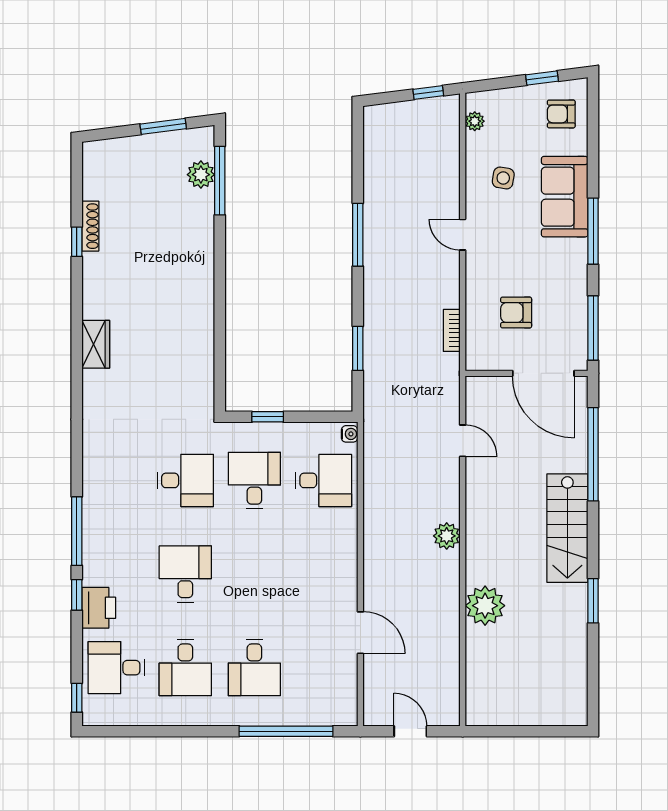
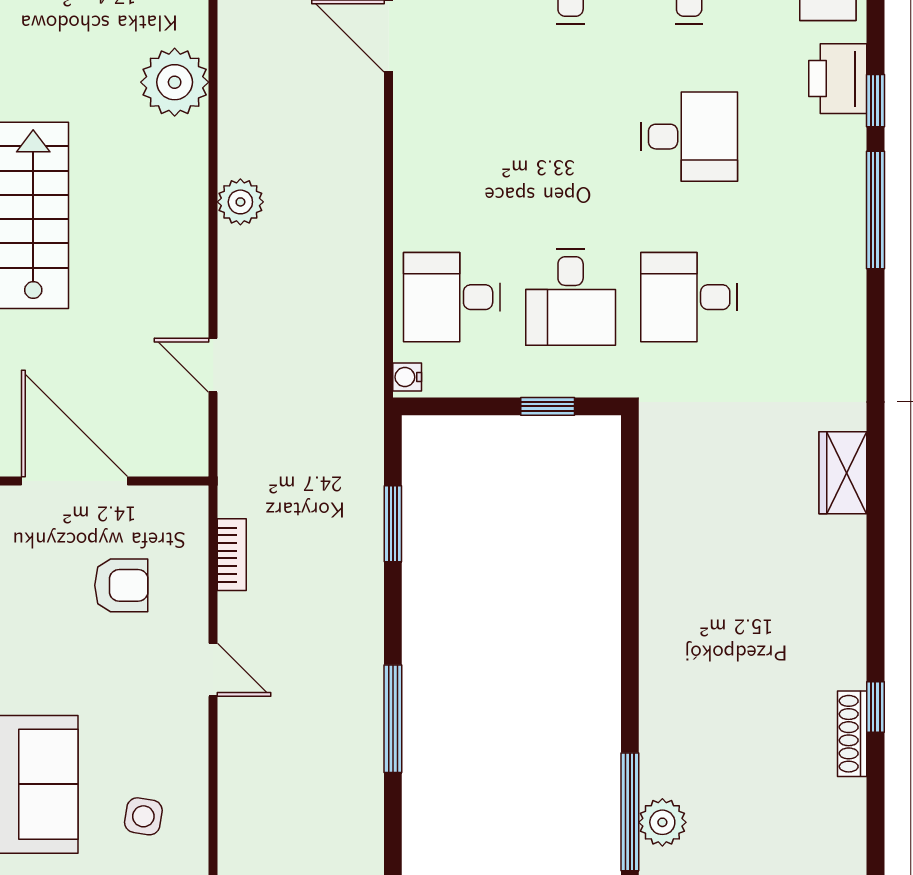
door: (463, 235) -> (213, 670), moved
wardrobe: (96, 344) -> (843, 473), moved
desk: (185, 574) -> (689, 137), turned -90

